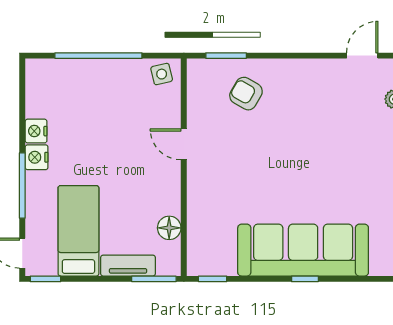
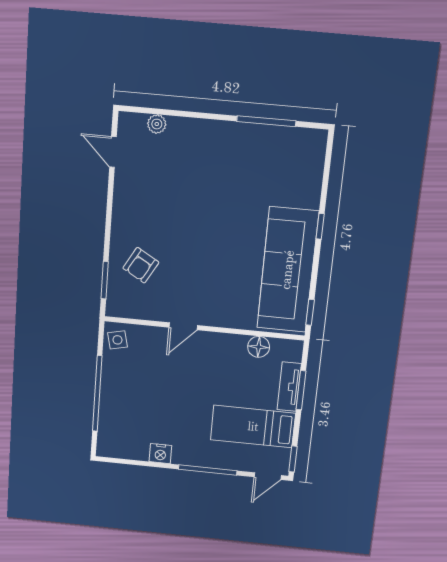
nightstand: (37, 157) -> (184, 455), removed
sofa: (303, 250) -> (288, 270), moved
window: (154, 279) -> (301, 390), moved

